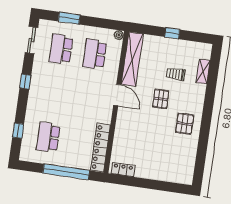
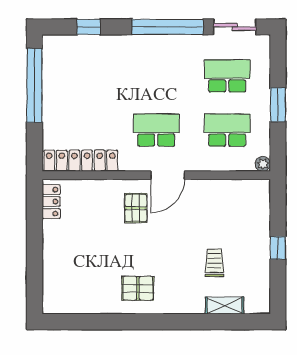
window: (69, 18) -> (278, 105), moved
shelving: (132, 59) -> (228, 191), removed
window: (25, 82) -> (168, 27), width x3.17
pallet: (161, 99) -> (136, 208), moved, turned 90
school desk: (48, 137) -> (156, 130), moved
window: (66, 172) -> (34, 85), moved

